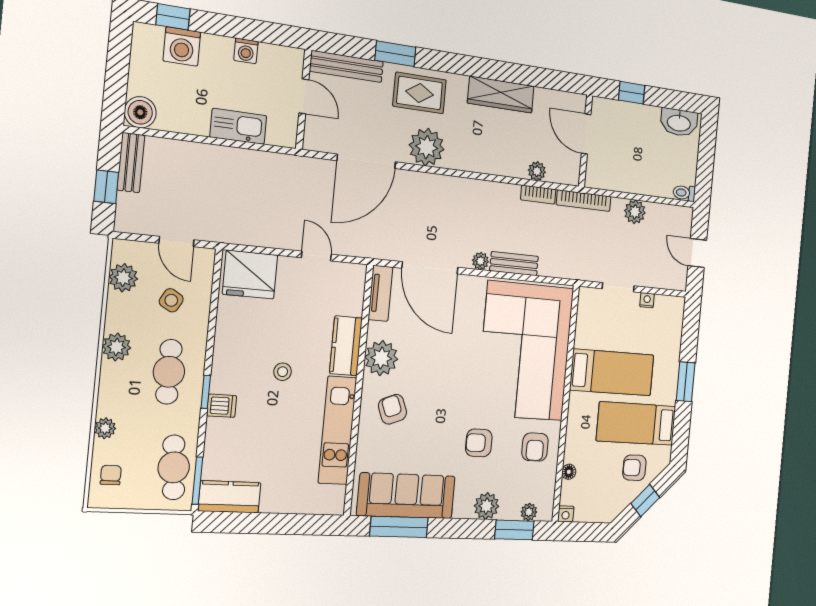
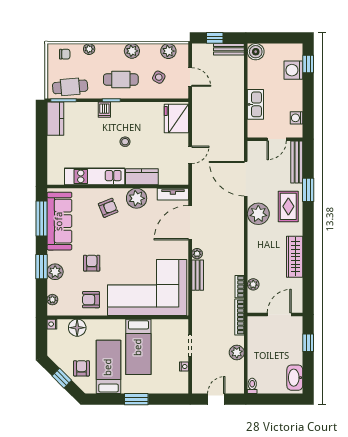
washing machine: (246, 51) -> (296, 118), moved
door: (176, 242) -> (190, 77), swing flipped
floor lamp: (569, 472) -> (77, 328), width x1.89, depth x1.89
window: (514, 530) -> (41, 267), moved

